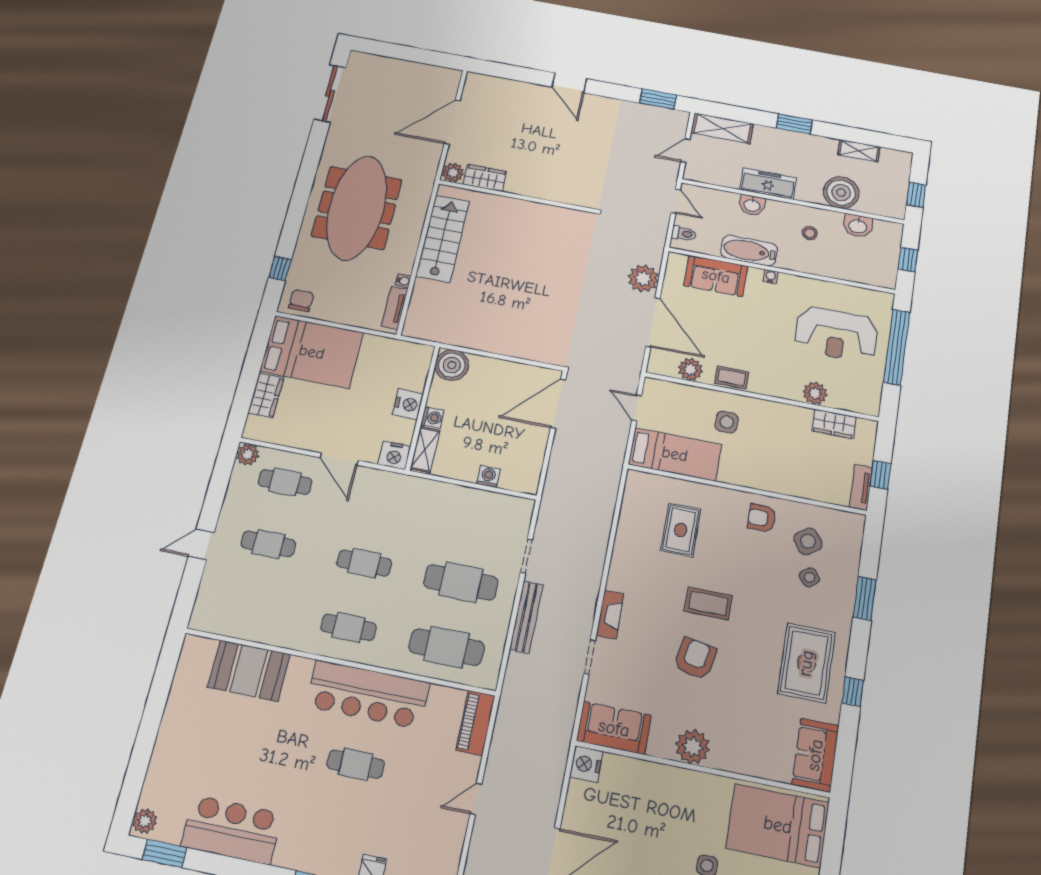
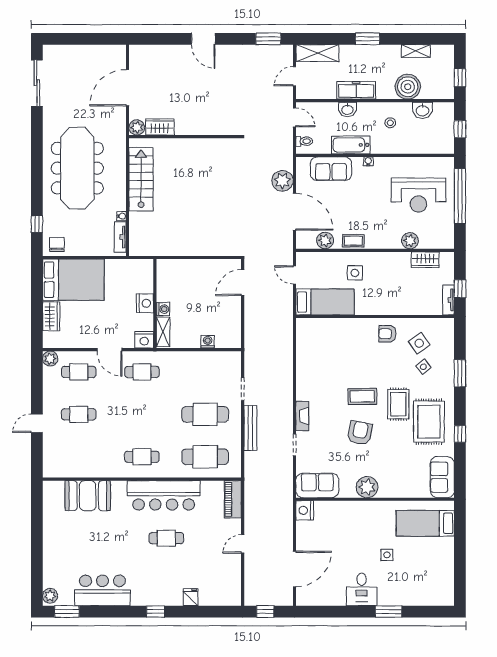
boiler: (452, 365) -> (167, 270), removed
door: (558, 404) -> (243, 283), width x0.73
rug: (681, 530) -> (398, 404), moved
cafe table: (364, 563) -> (142, 372), moved
bed: (778, 825) -> (425, 523), width x0.67

